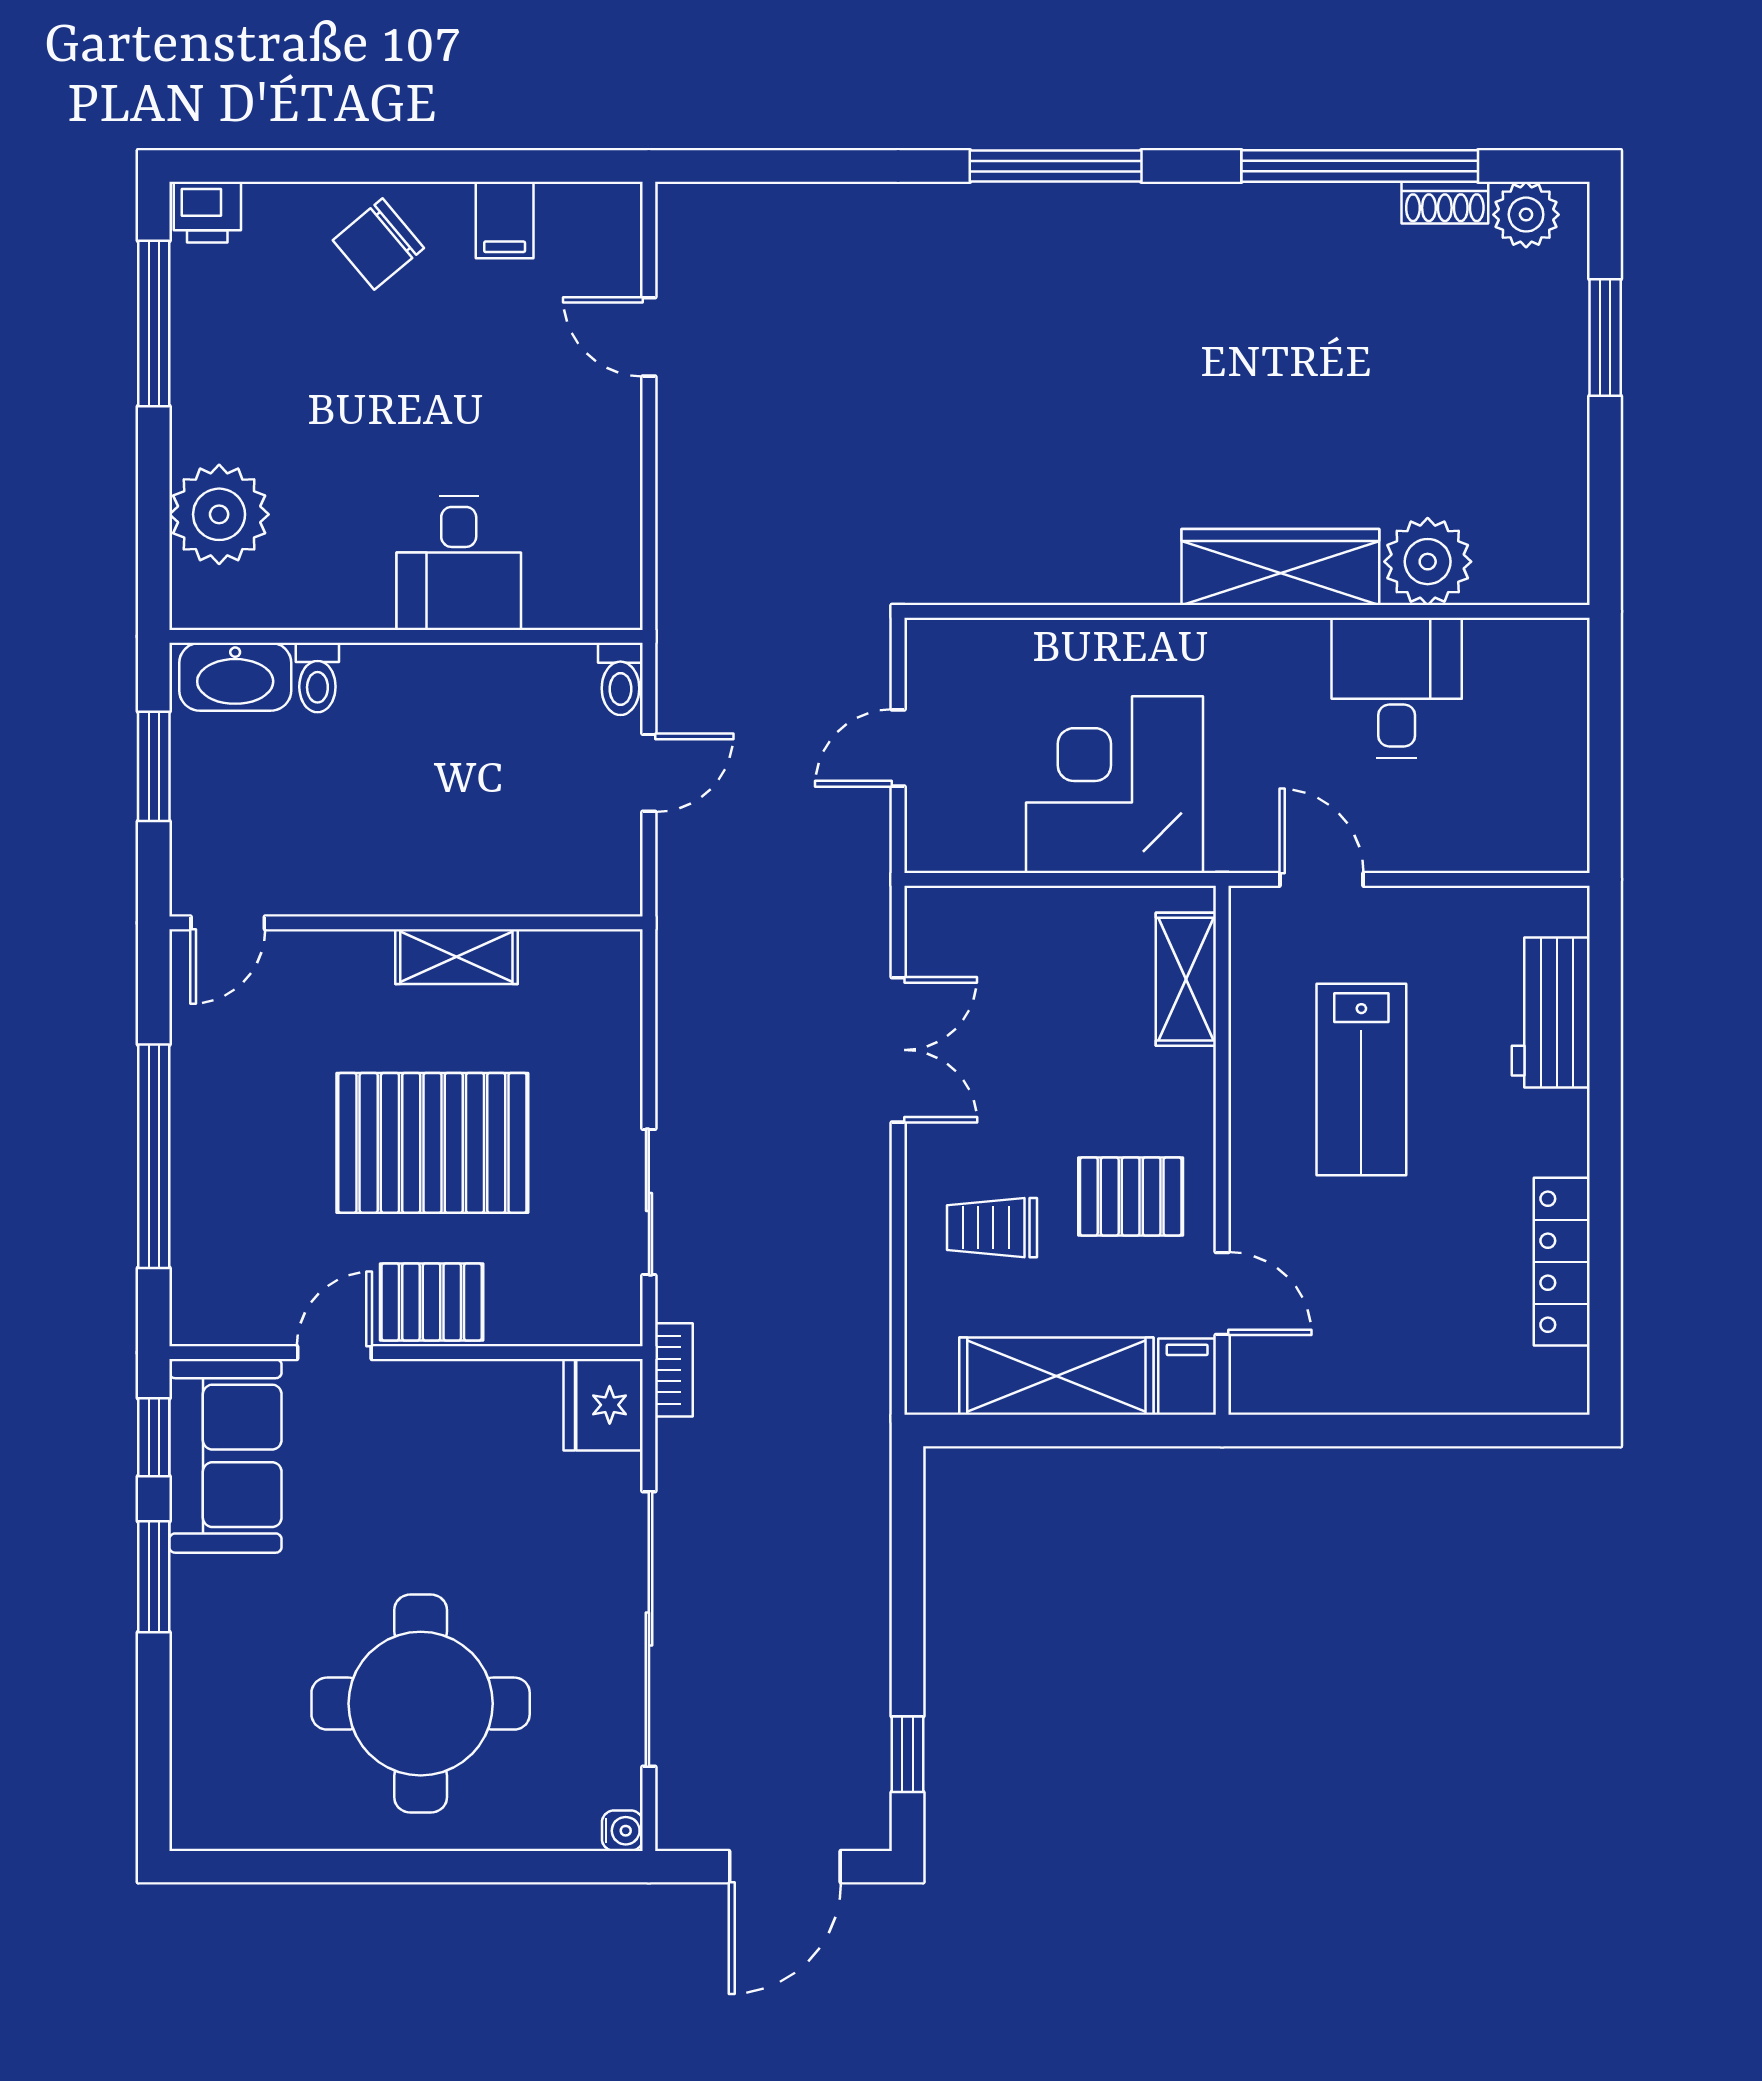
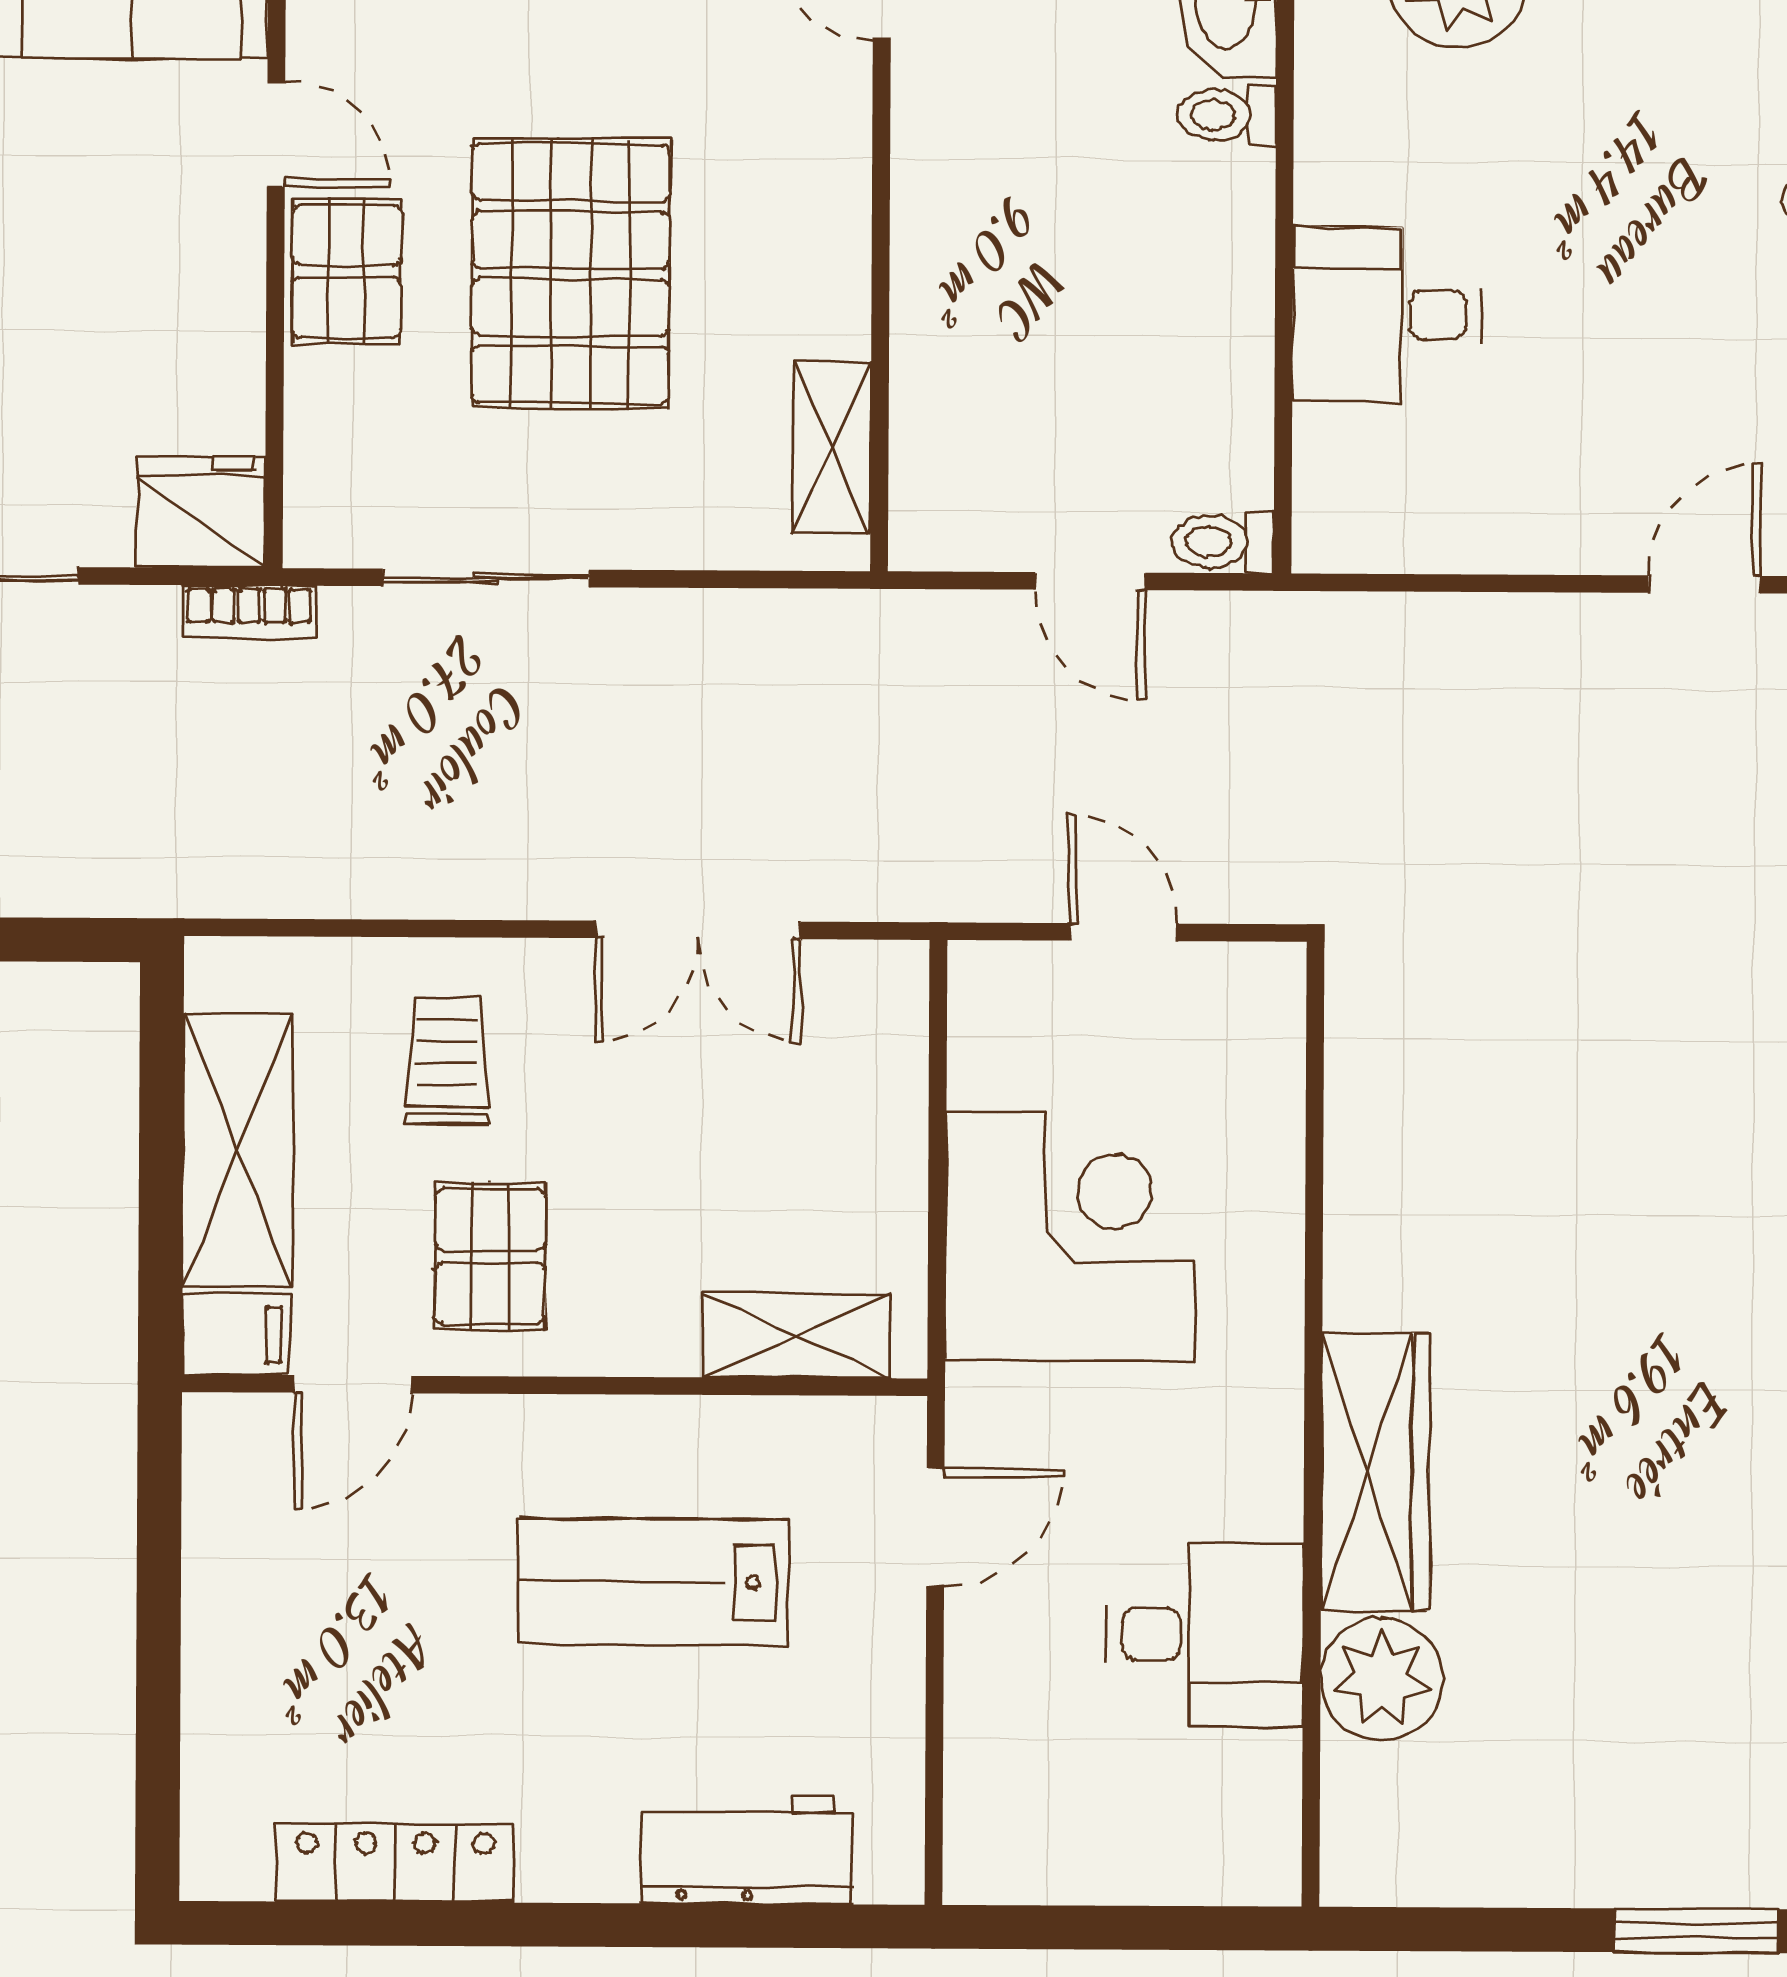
shelving: (456, 957) -> (832, 447), moved

